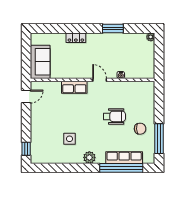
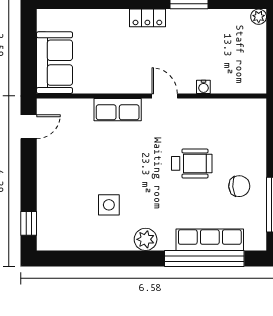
locker: (76, 38) -> (147, 18), moved

